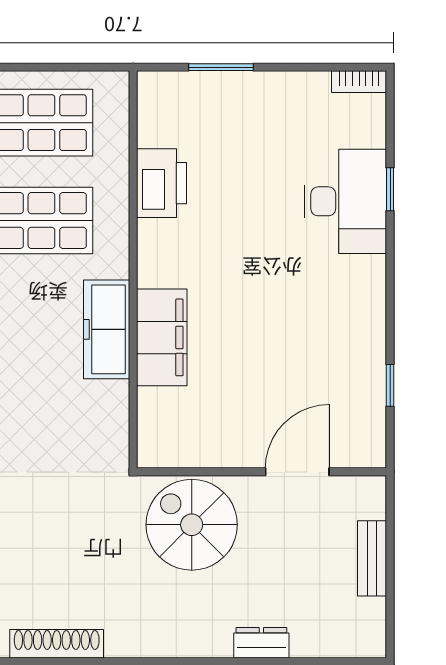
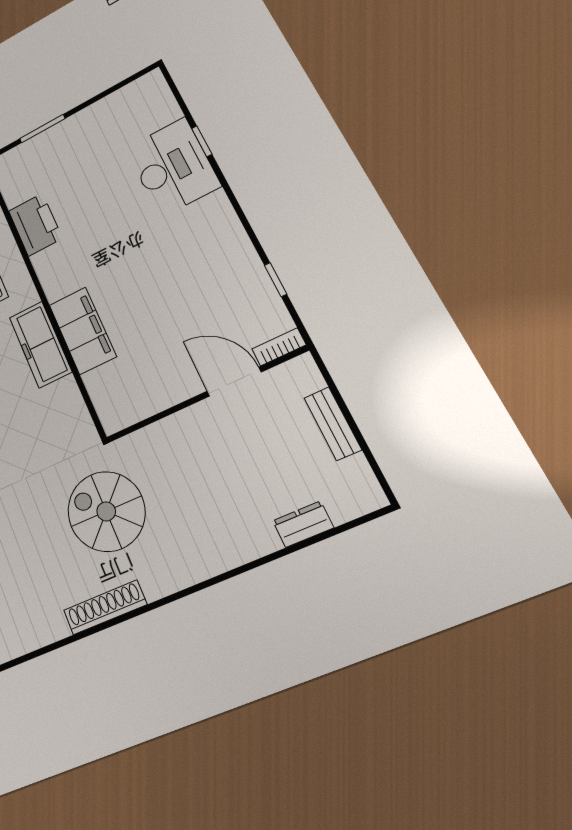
bookcase: (359, 82) -> (279, 347), moved, turned 180
door: (297, 472) -> (234, 382), hinge flipped
spiral stairs: (192, 525) -> (106, 511), moved
dresser: (261, 643) -> (303, 524), moved

